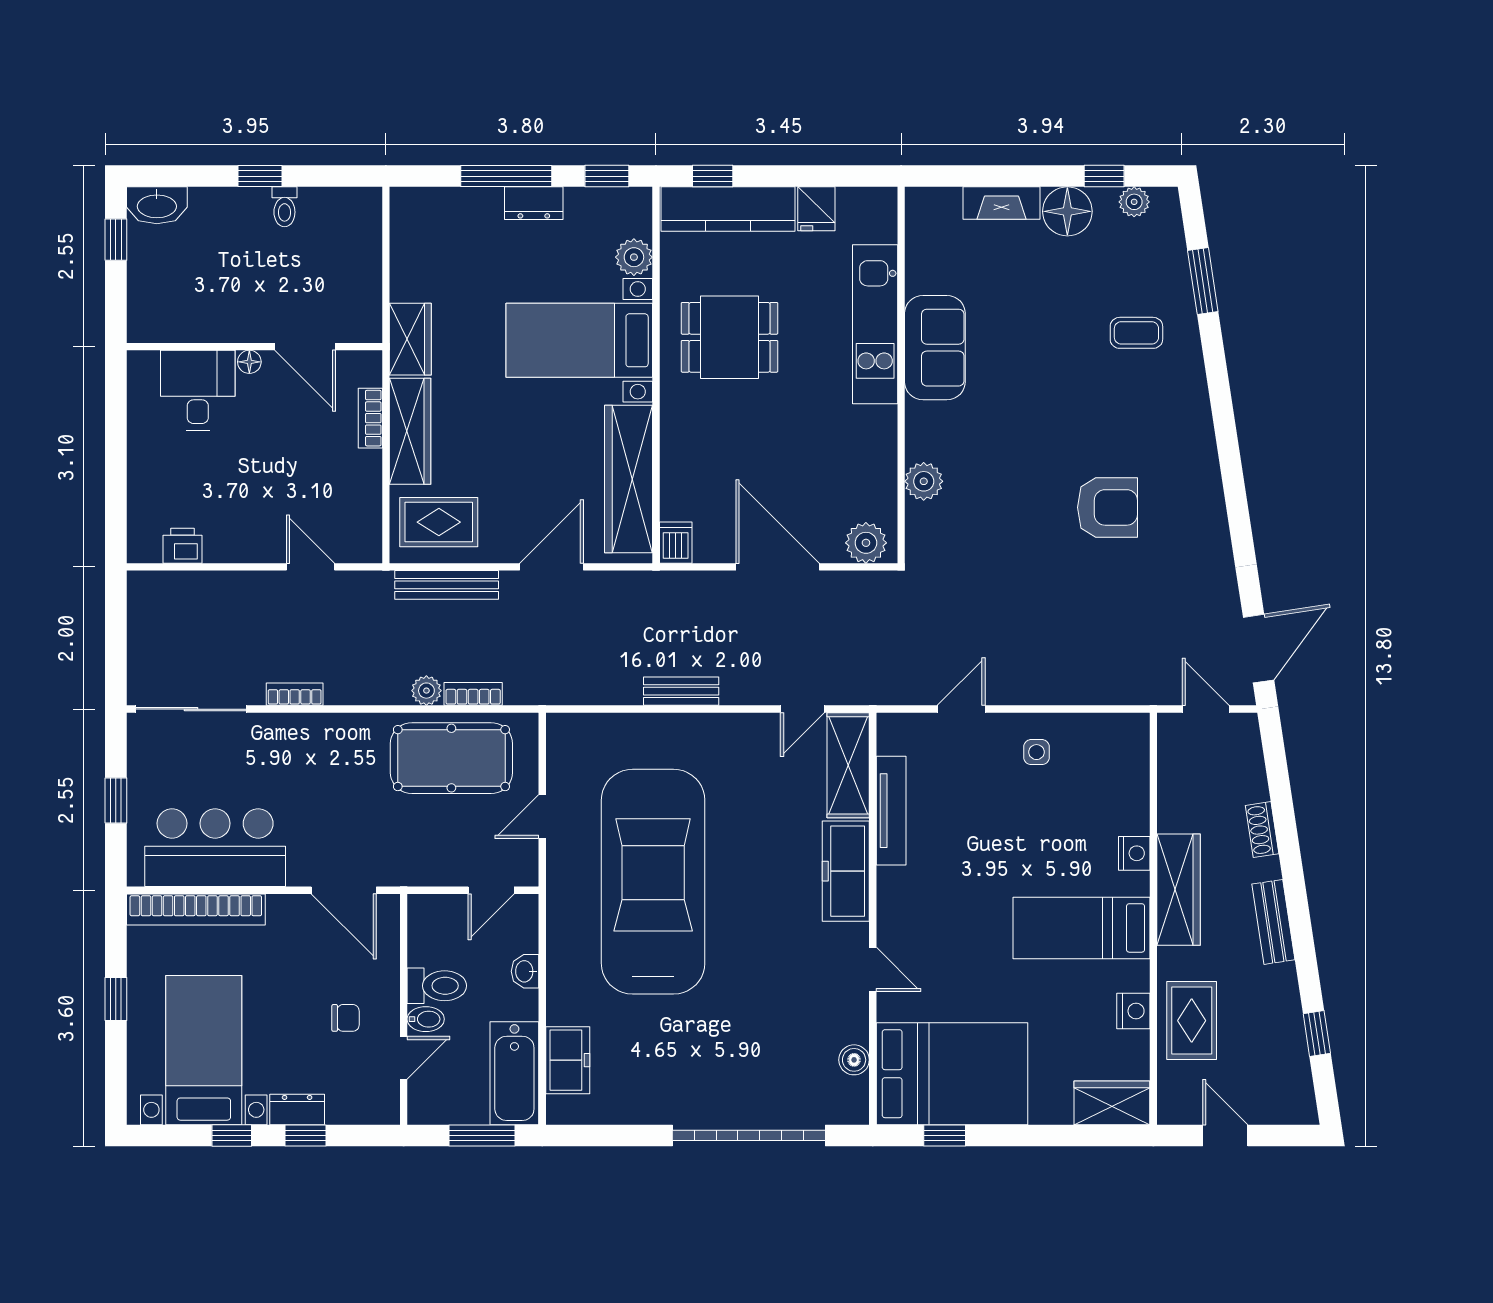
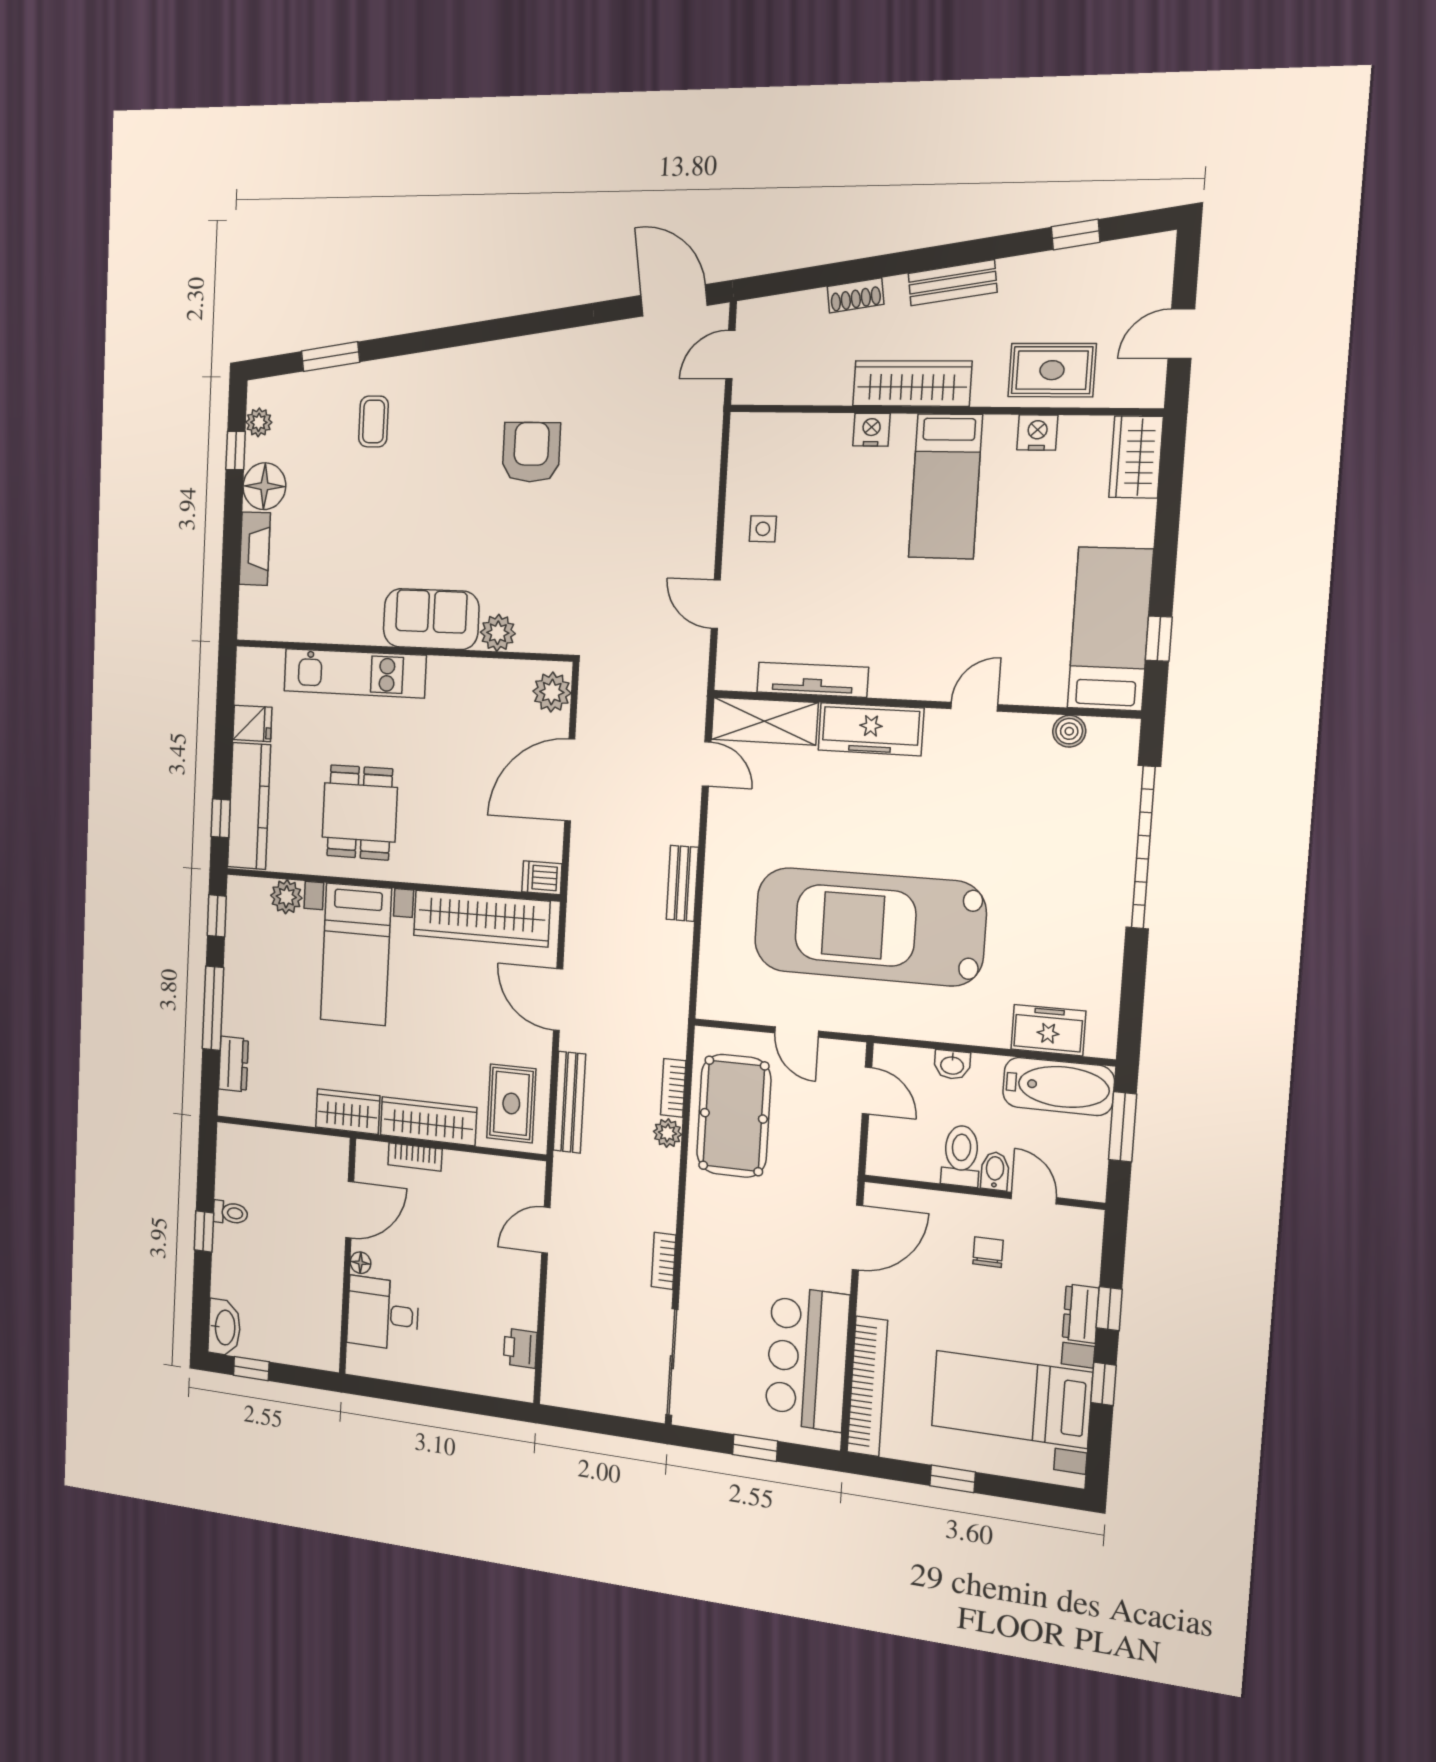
dresser: (534, 203) -> (233, 1064), moved
sofa: (935, 348) -> (431, 619), moved
bed: (952, 1074) -> (1110, 629), width x0.67

